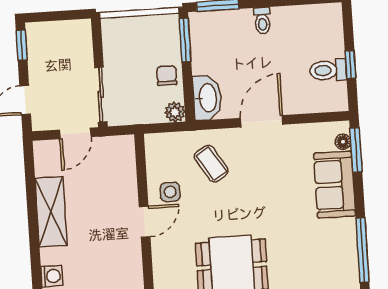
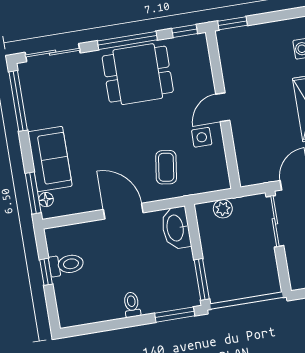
chair: (167, 76) -> (215, 245), removed
plant: (175, 112) -> (223, 209), moved
door: (262, 121) -> (123, 211), swing flipped
coffee table: (211, 164) -> (166, 167), turned 40

